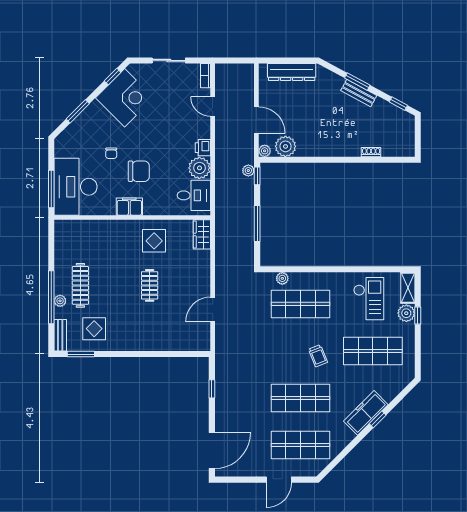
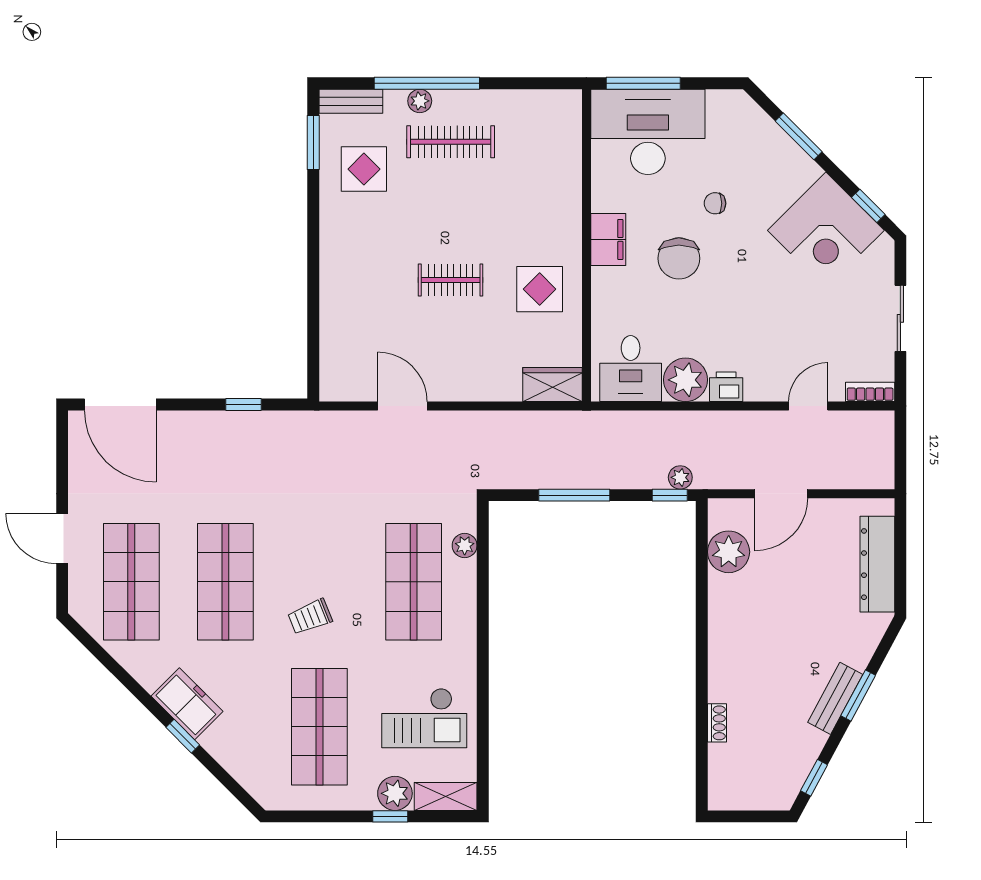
plant: (265, 151) -> (720, 510), removed
freezer: (366, 413) -> (187, 704), width x0.71

